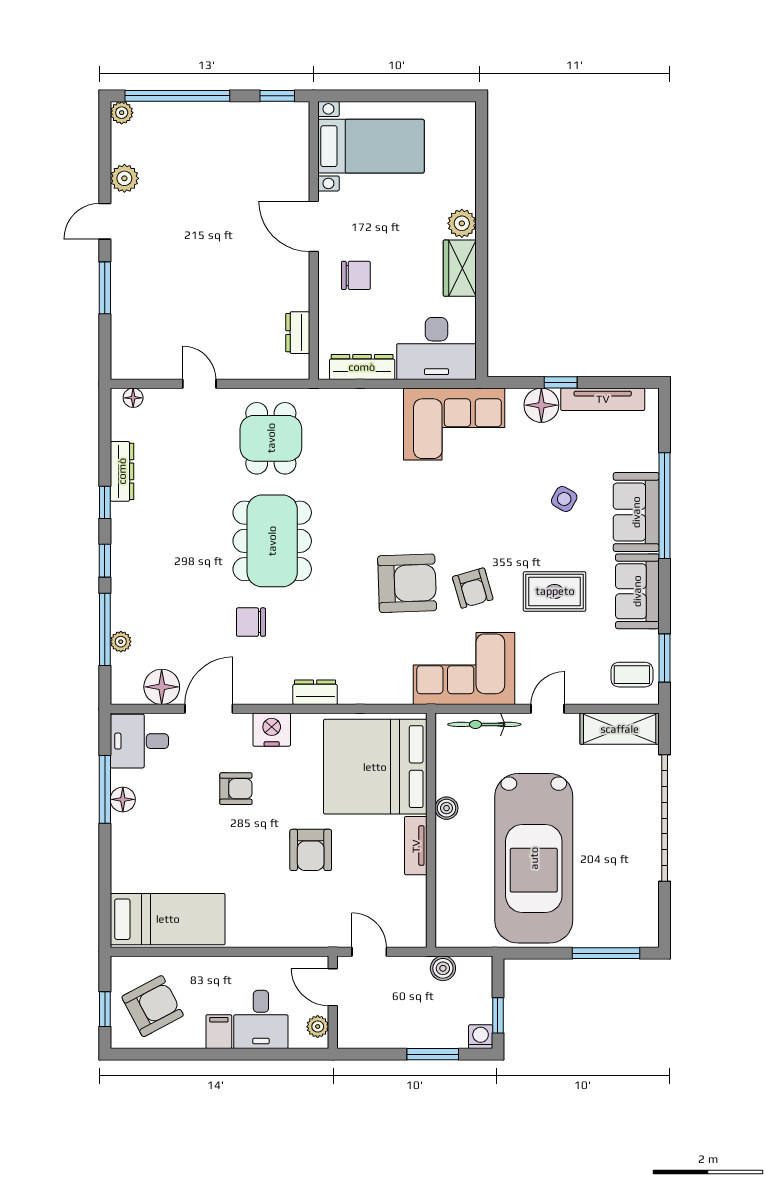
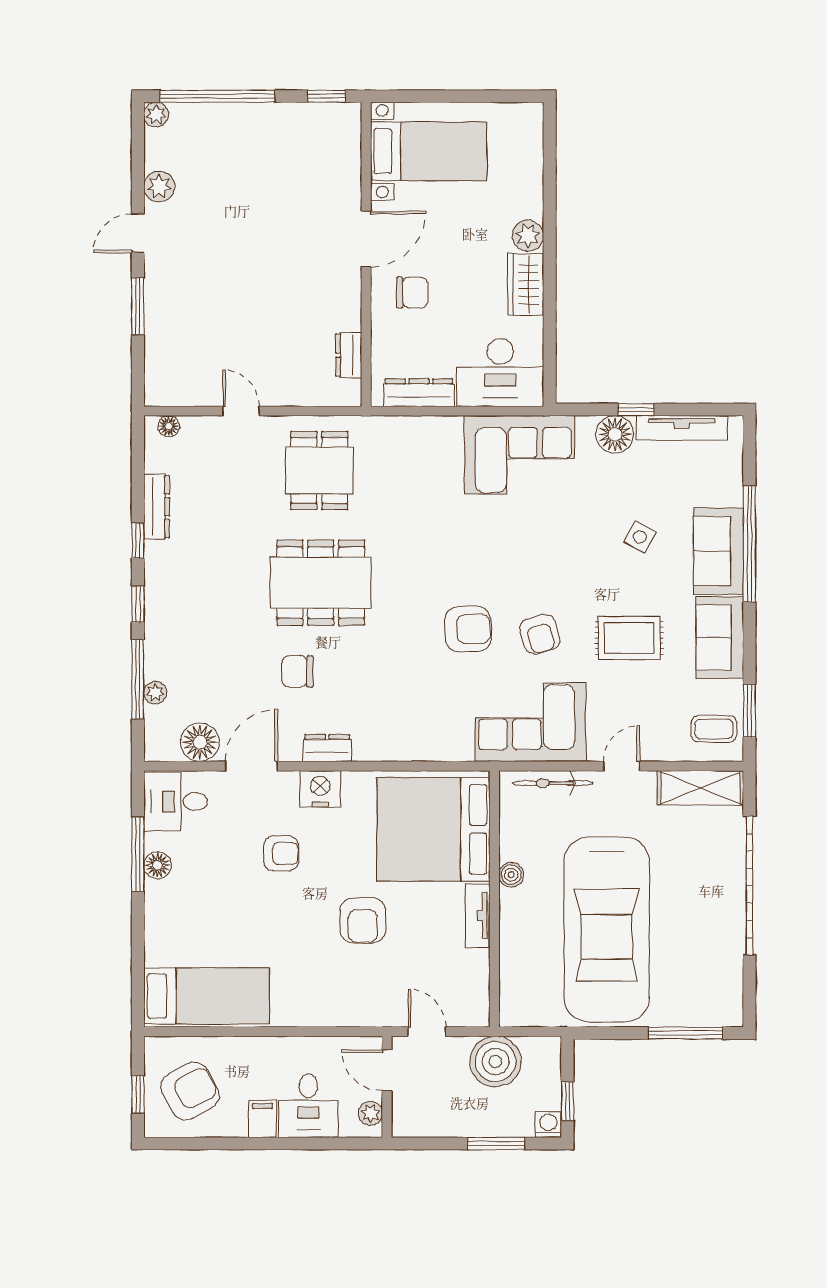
door: (314, 226) -> (366, 239), swing flipped
dining table: (272, 541) -> (321, 583), turned 90
armchair: (407, 583) -> (468, 629), width x0.73, depth x0.73
dresser: (315, 692) -> (327, 748), moved
boiler: (443, 968) -> (495, 1062), width x1.86, depth x1.86

